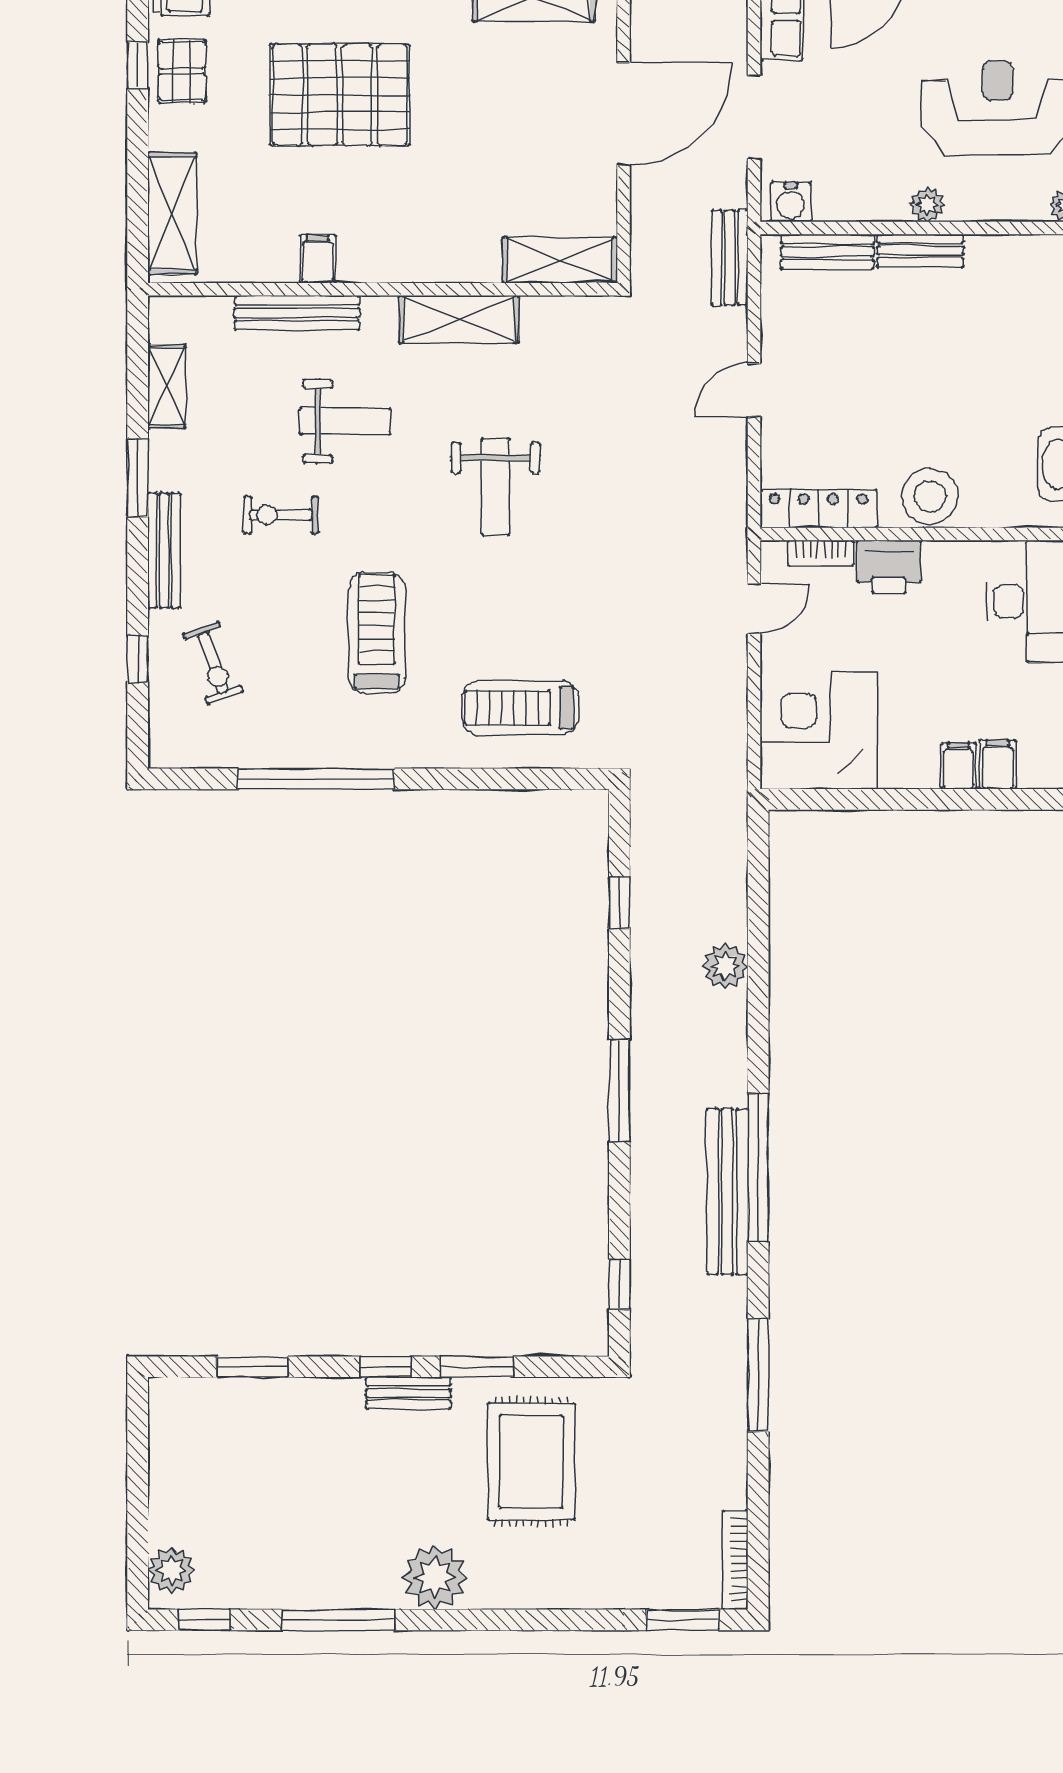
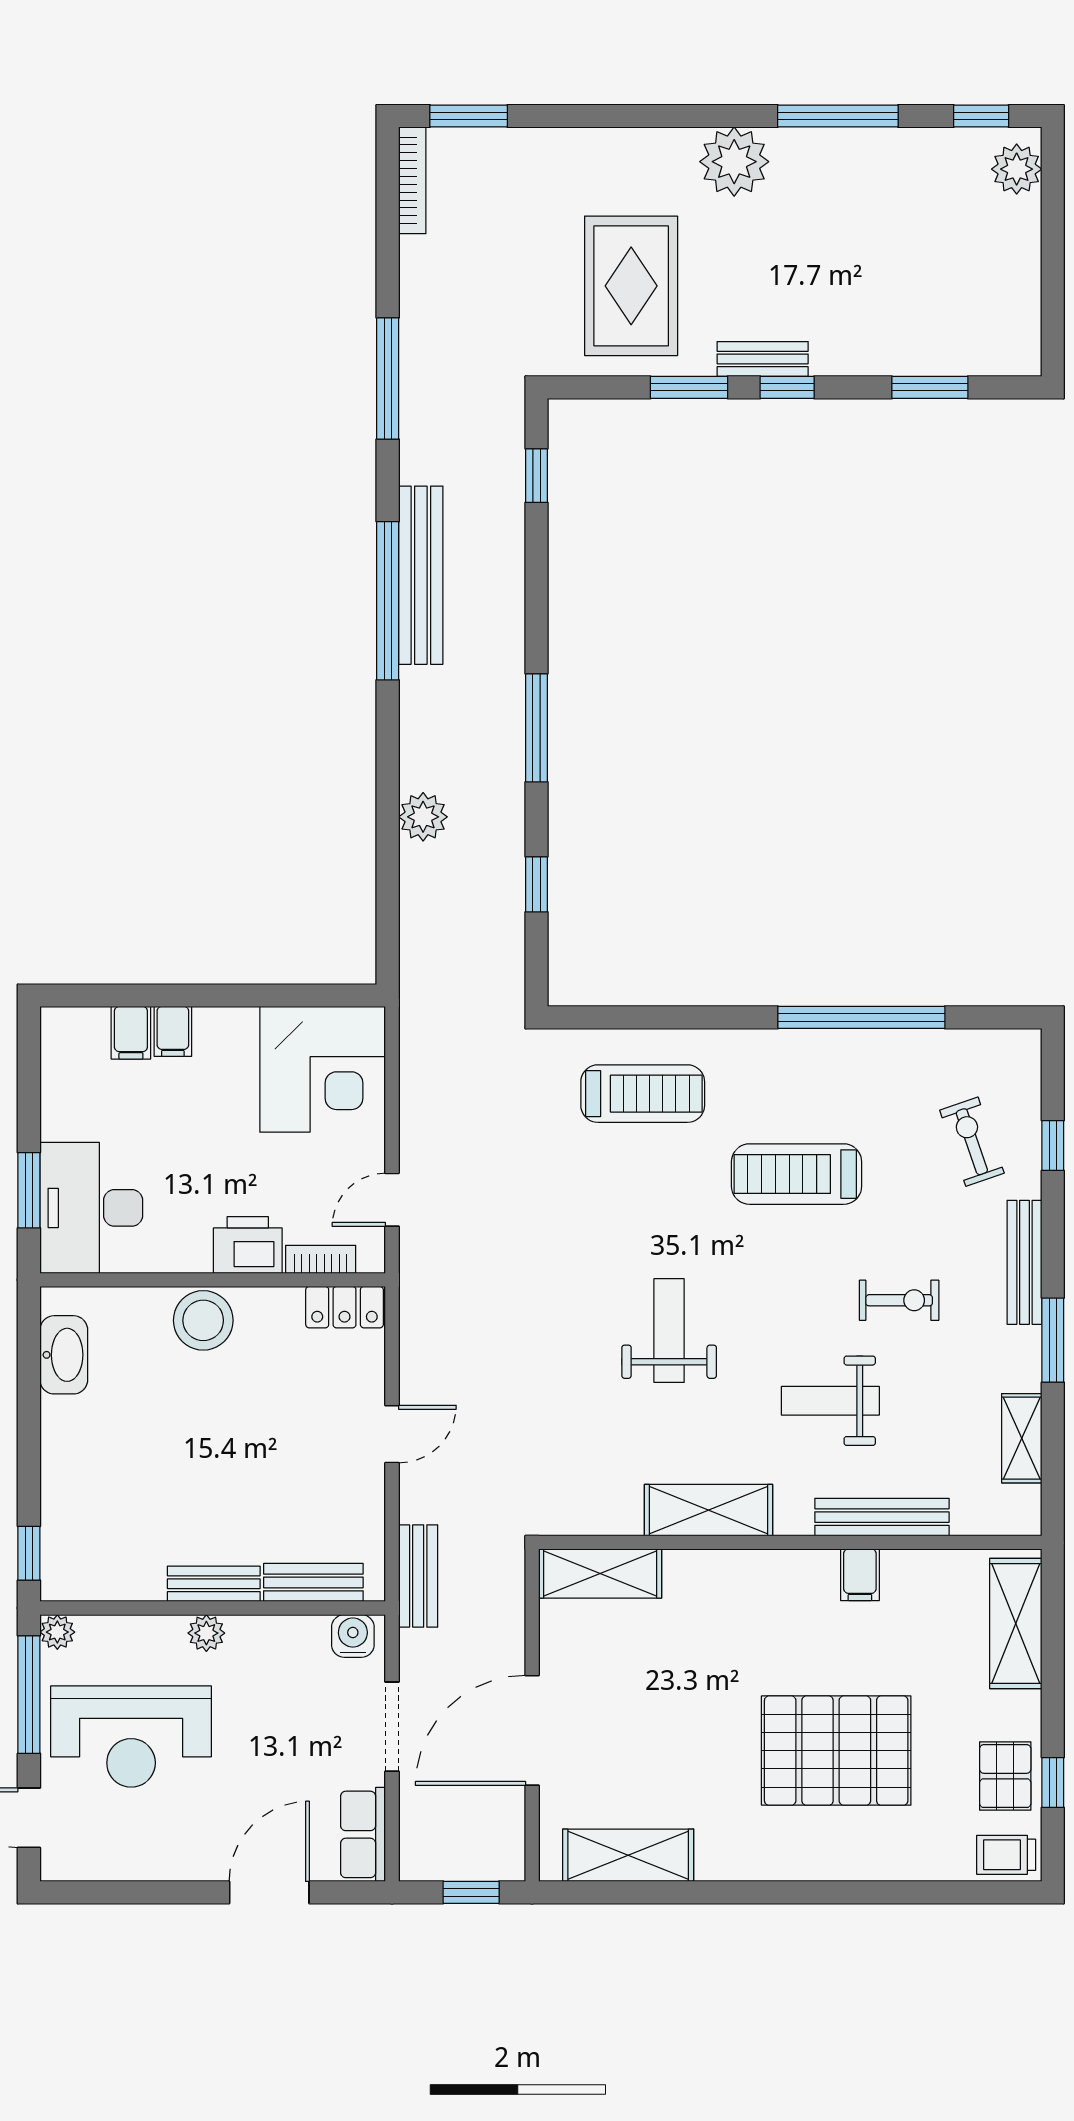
locker: (819, 509) -> (345, 1307), width x0.66
treadmill: (377, 633) -> (797, 1174), turned 90
window: (619, 1091) -> (536, 728), moved

